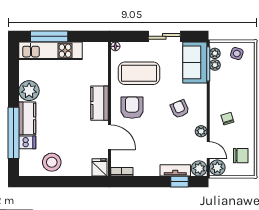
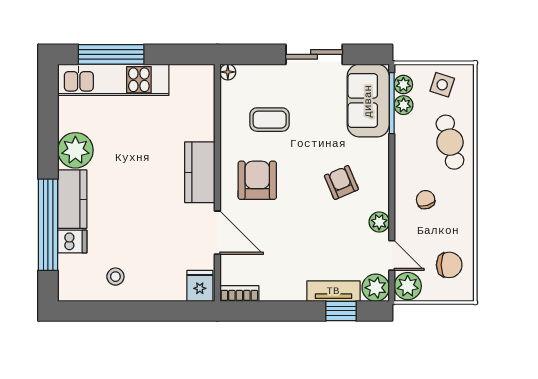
coffee table: (139, 73) -> (270, 120), width x0.54, depth x0.58
cafe table: (241, 86) -> (450, 142), added
stool: (52, 162) -> (115, 277), width x0.53, depth x0.53

